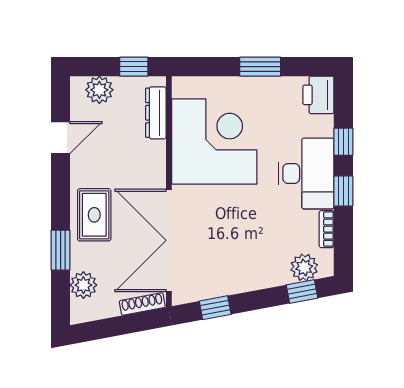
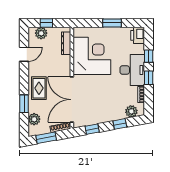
window: (134, 67) -> (46, 23), moved
window: (302, 291) -> (120, 124), moved
window: (111, 327) -> (46, 138), added

